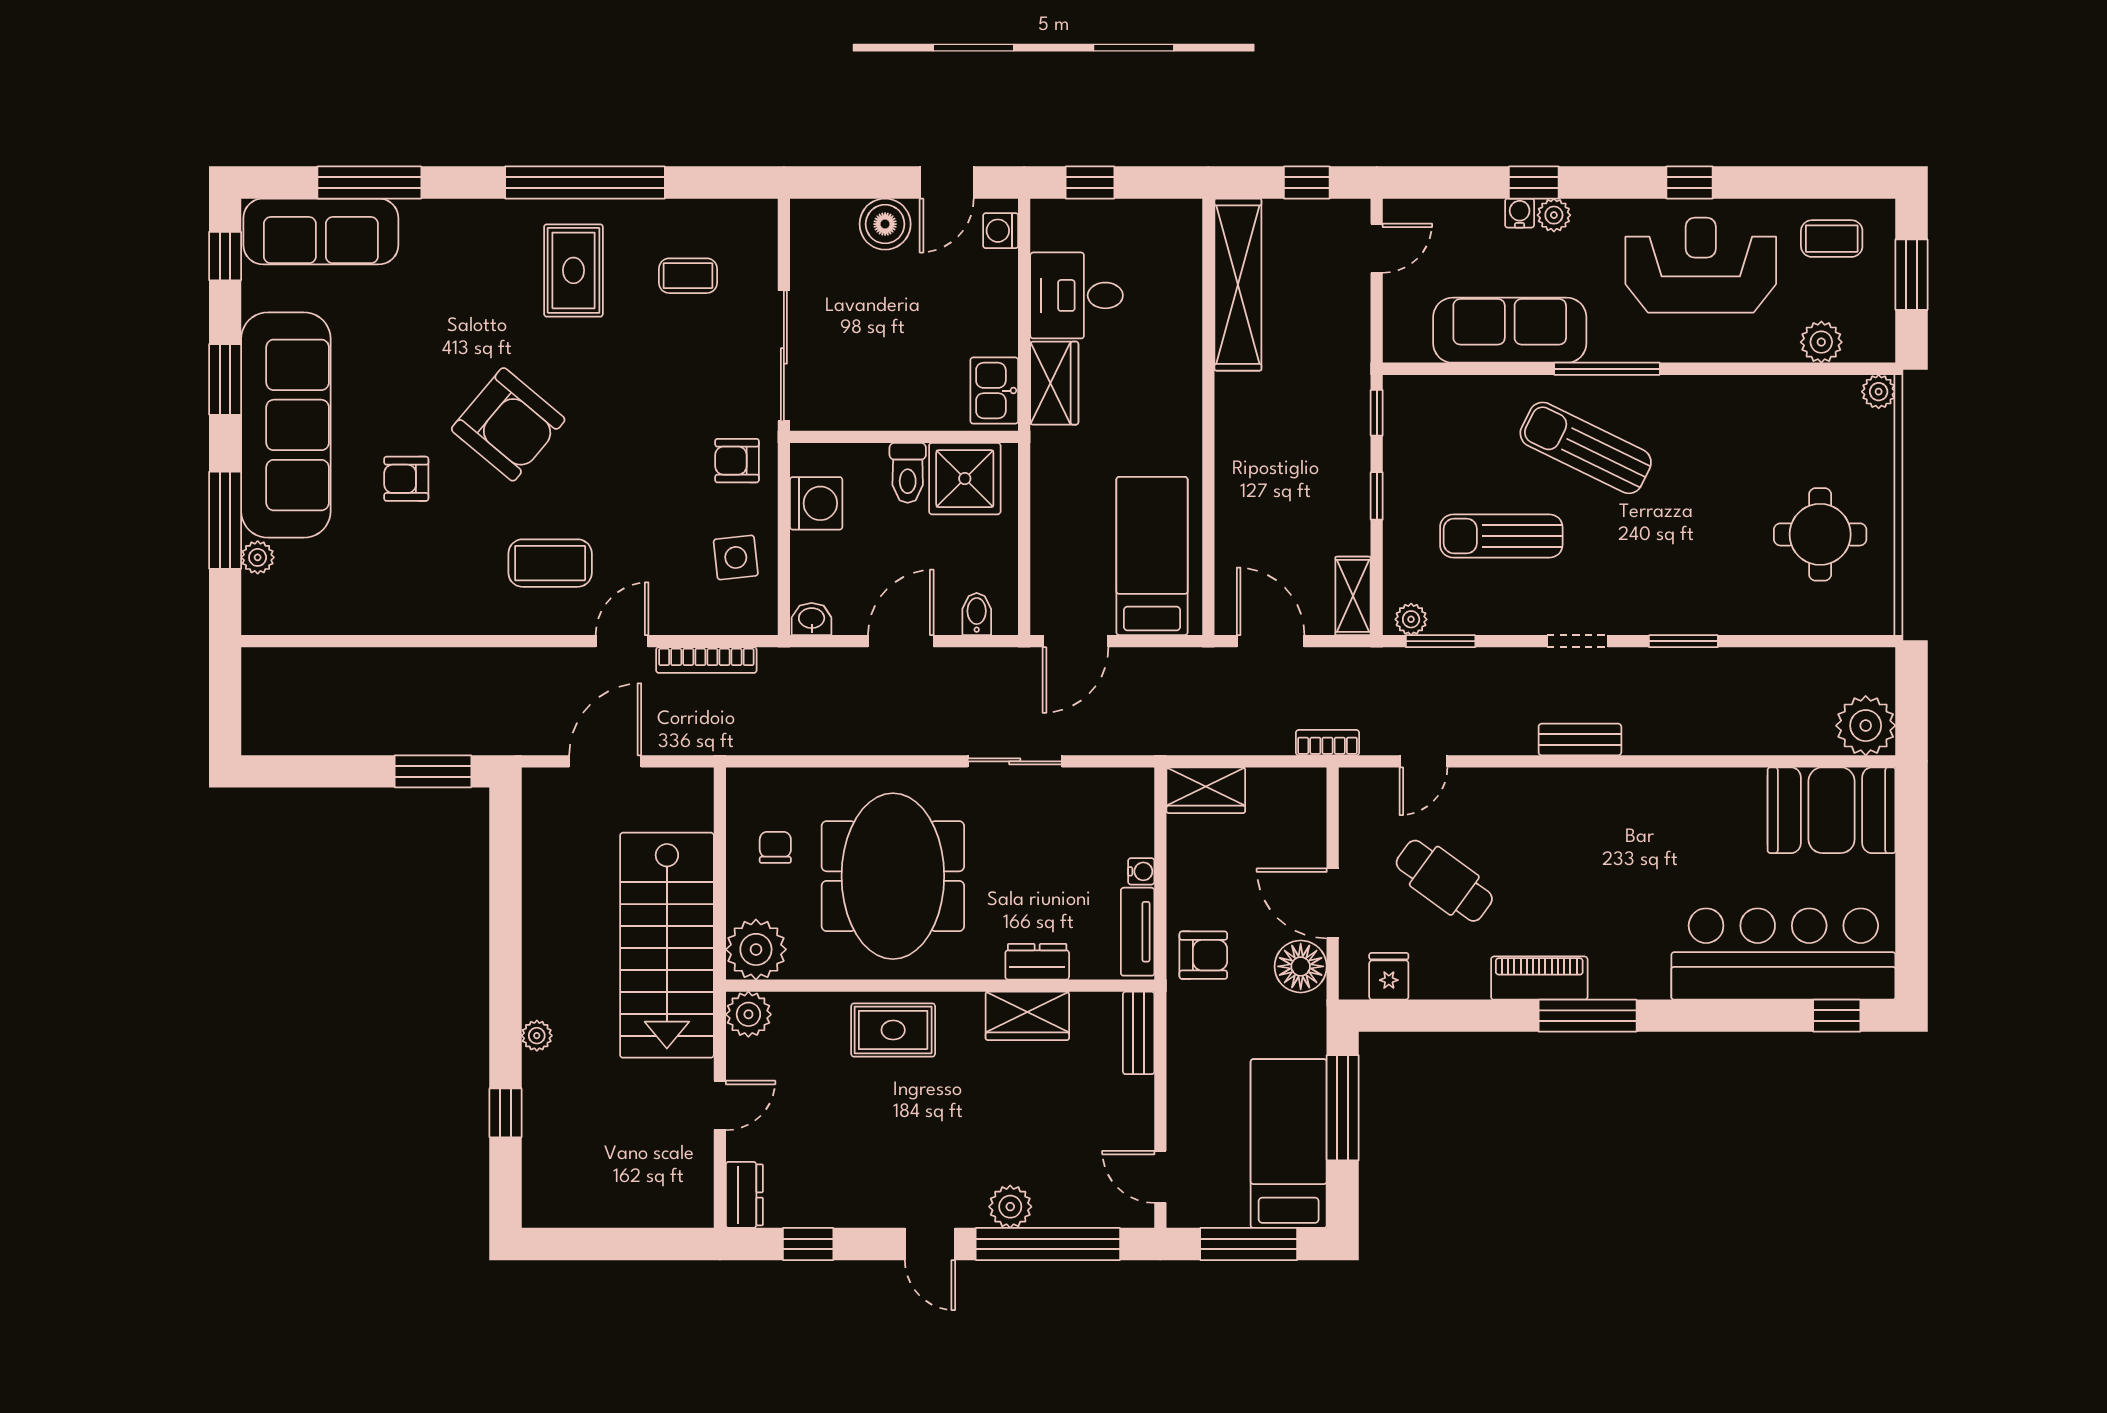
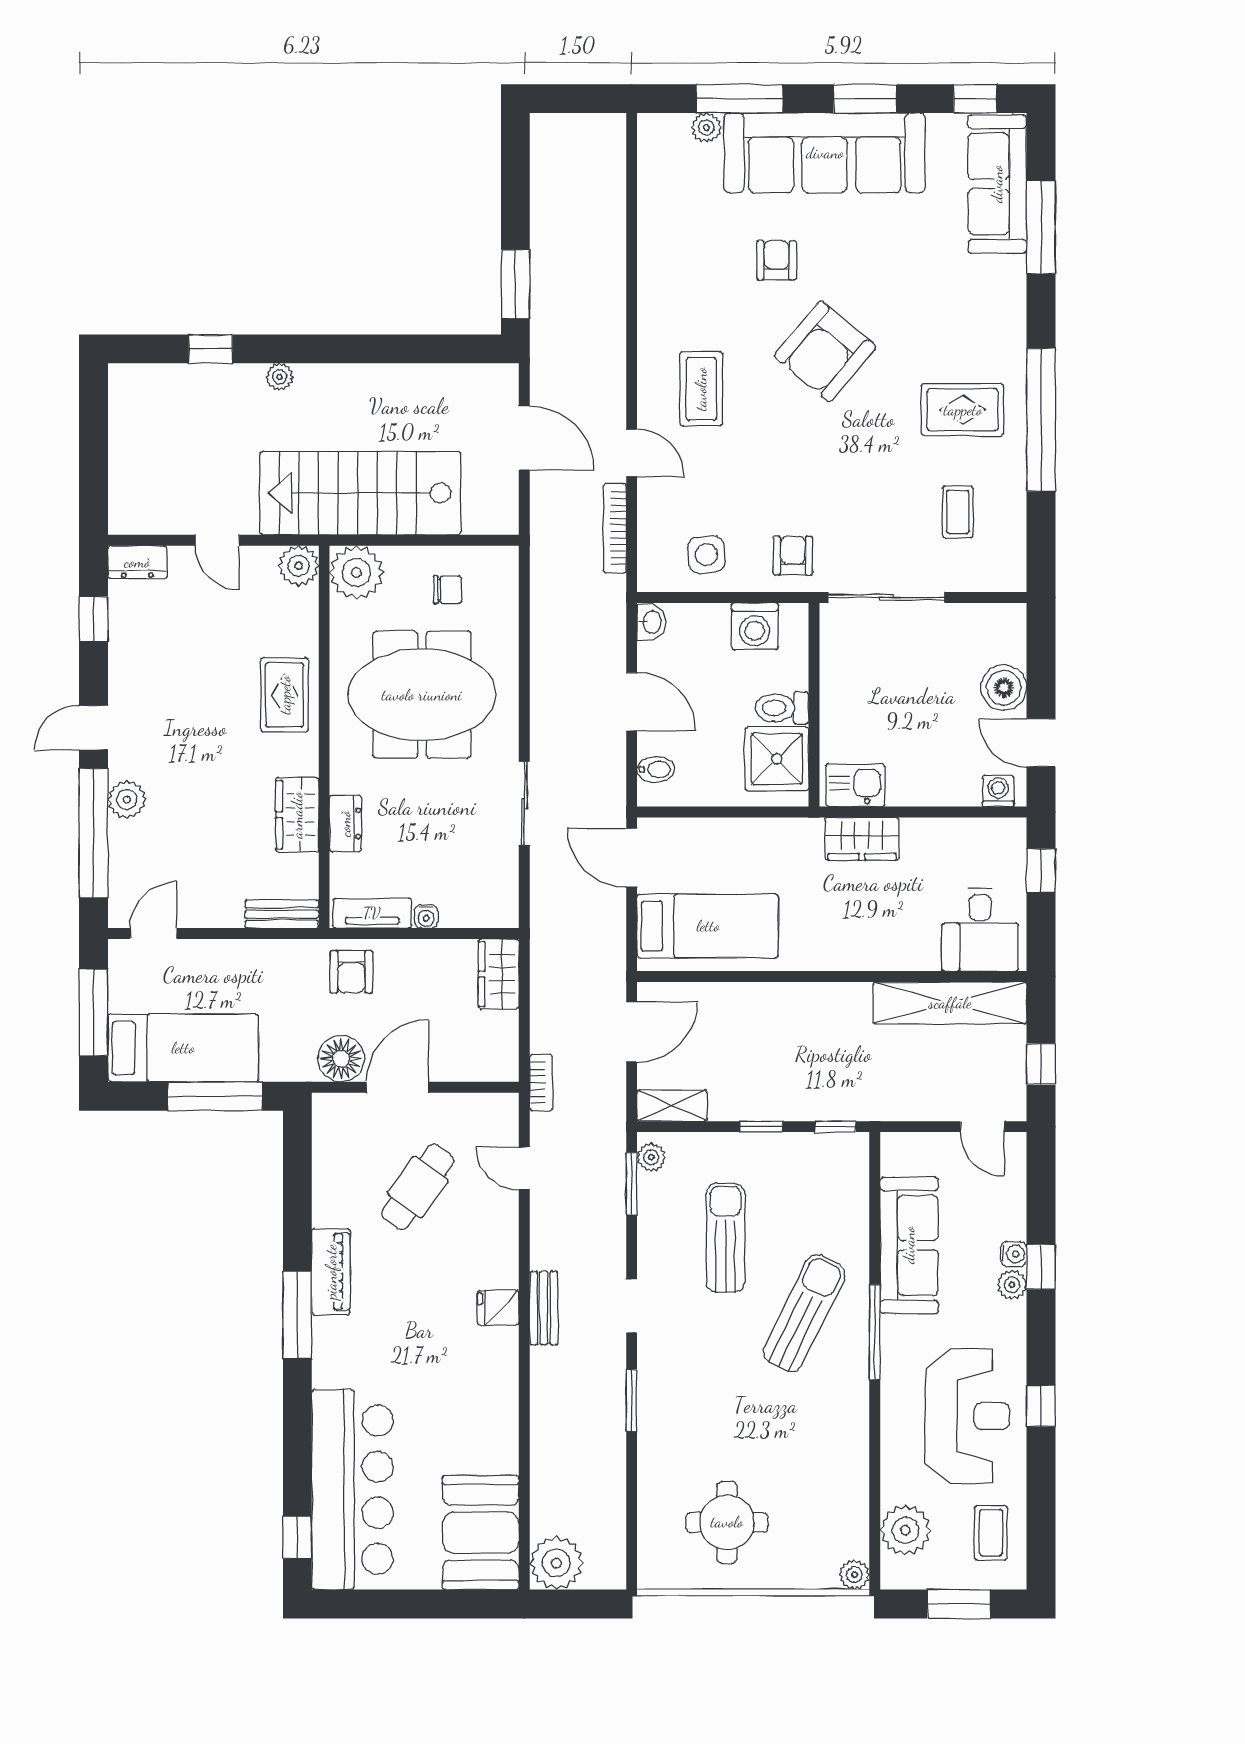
desk: (1077, 295) -> (980, 930), moved, turned 180
plant: (1821, 342) -> (905, 1530), width x1.36, depth x1.36
fridge: (1389, 976) -> (498, 1308), moved, turned 180

